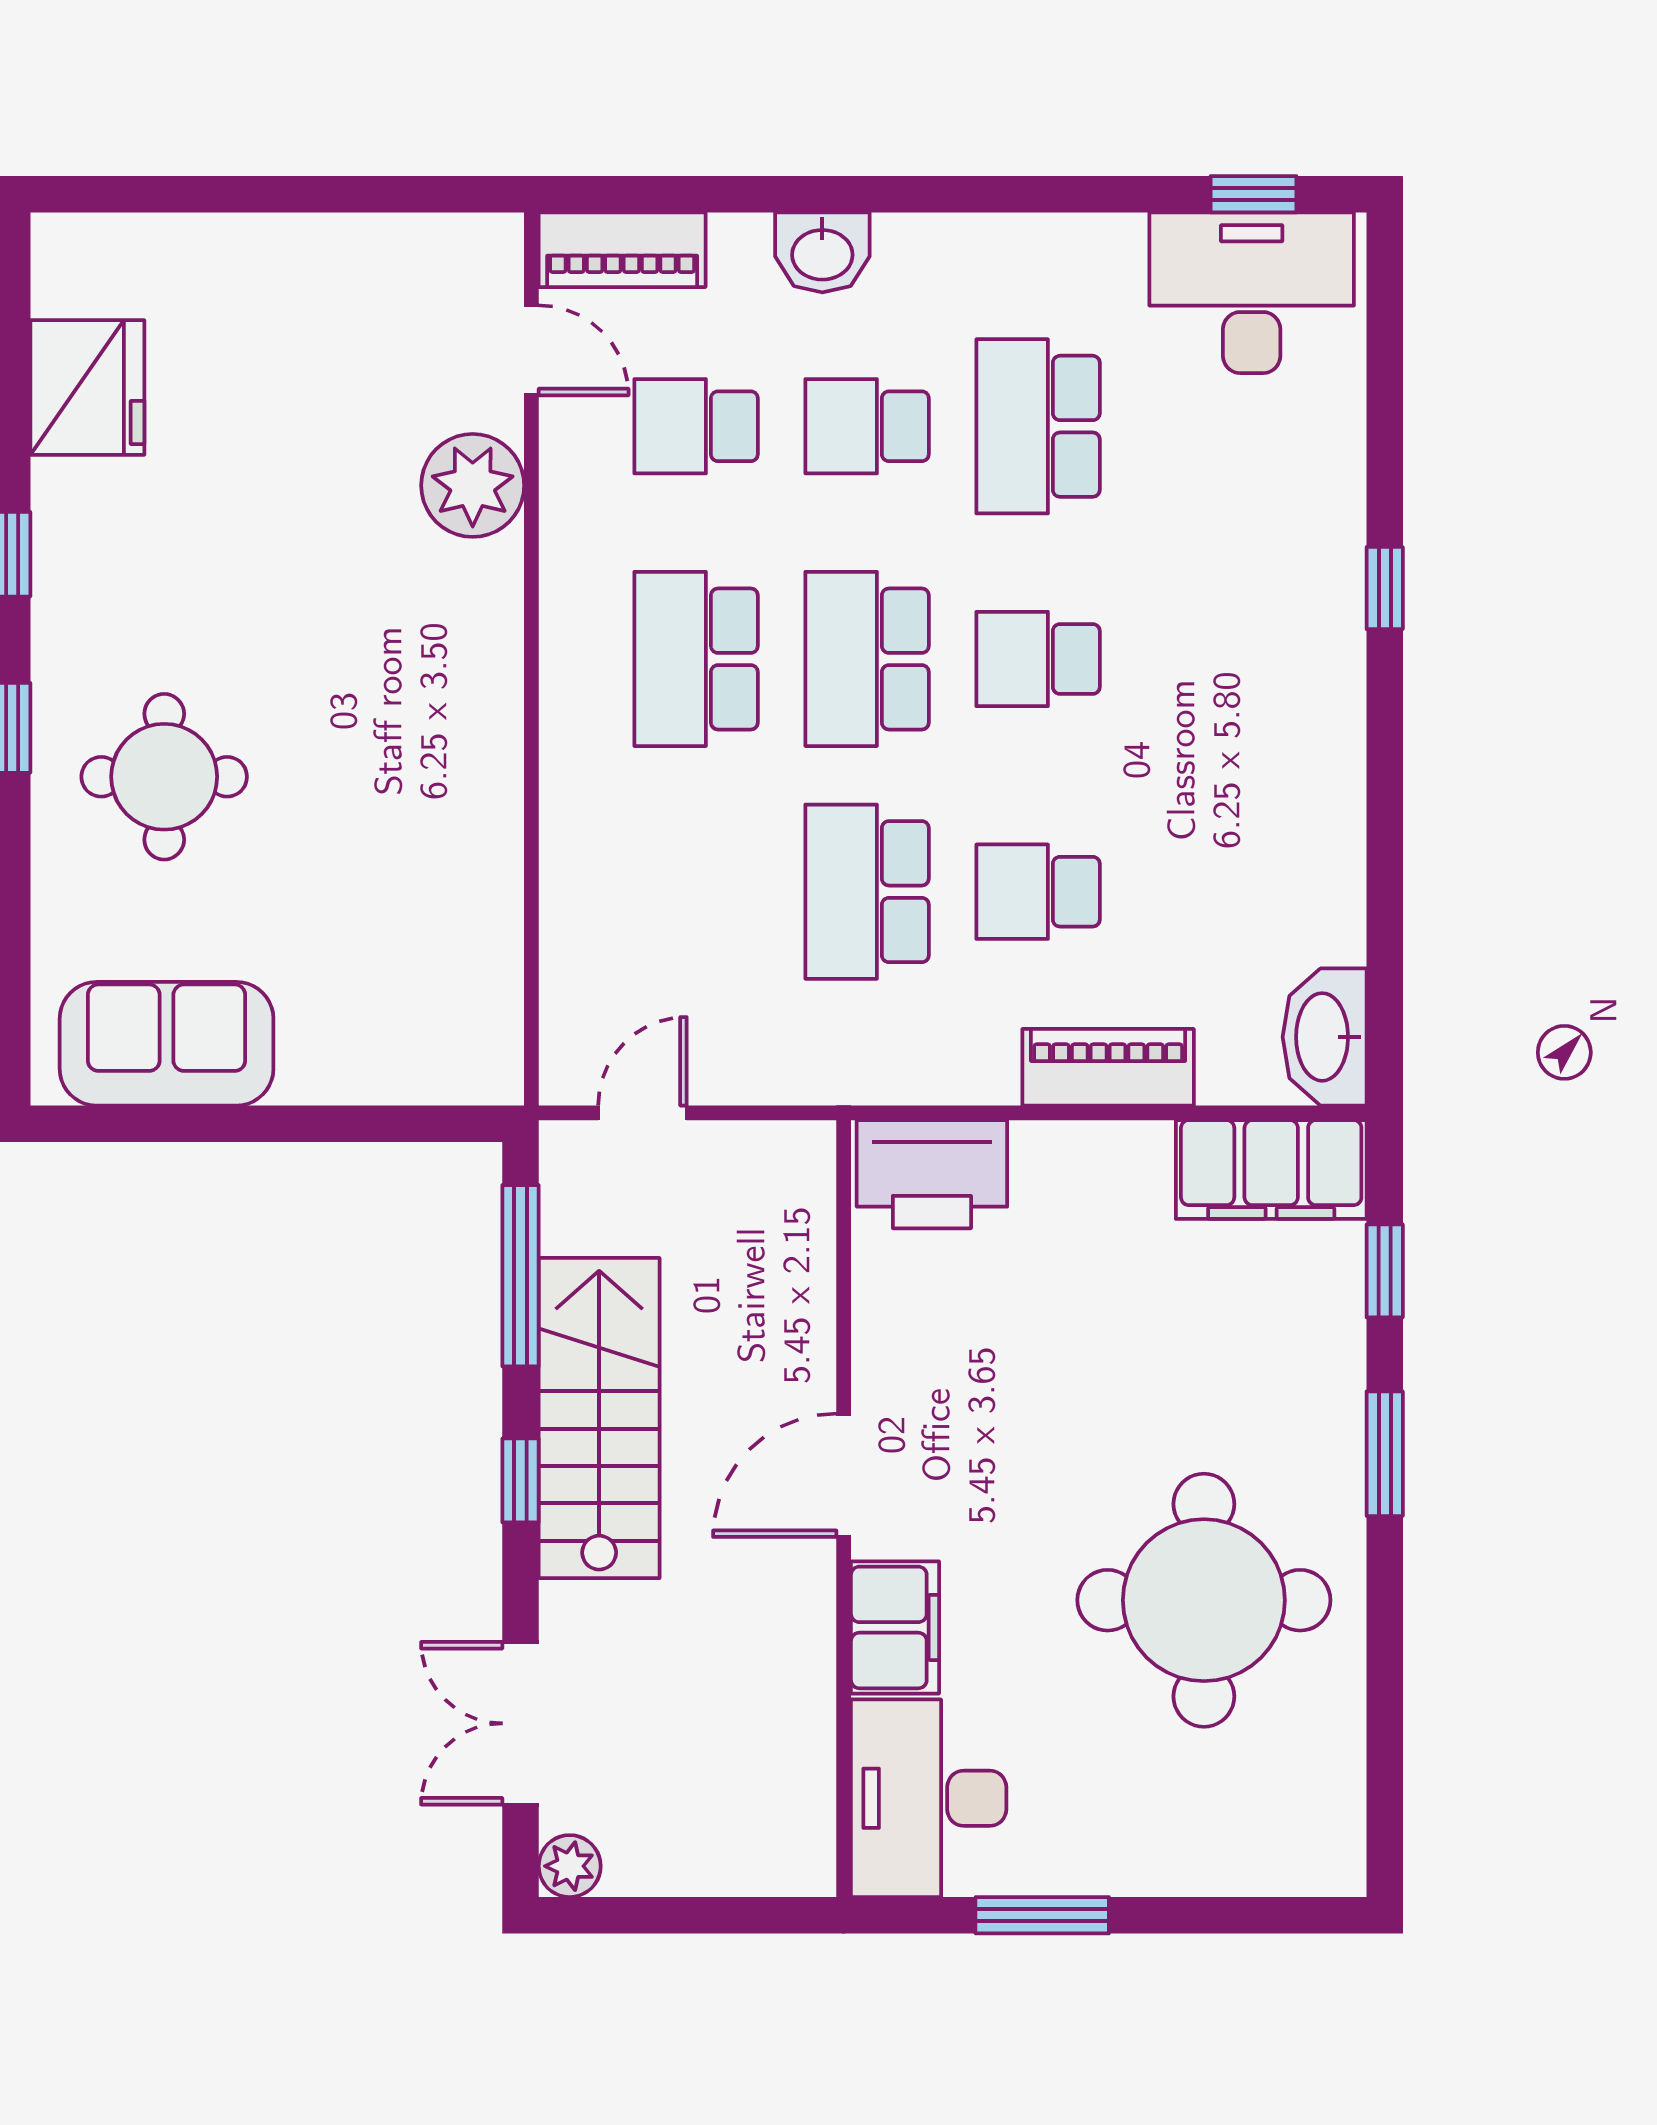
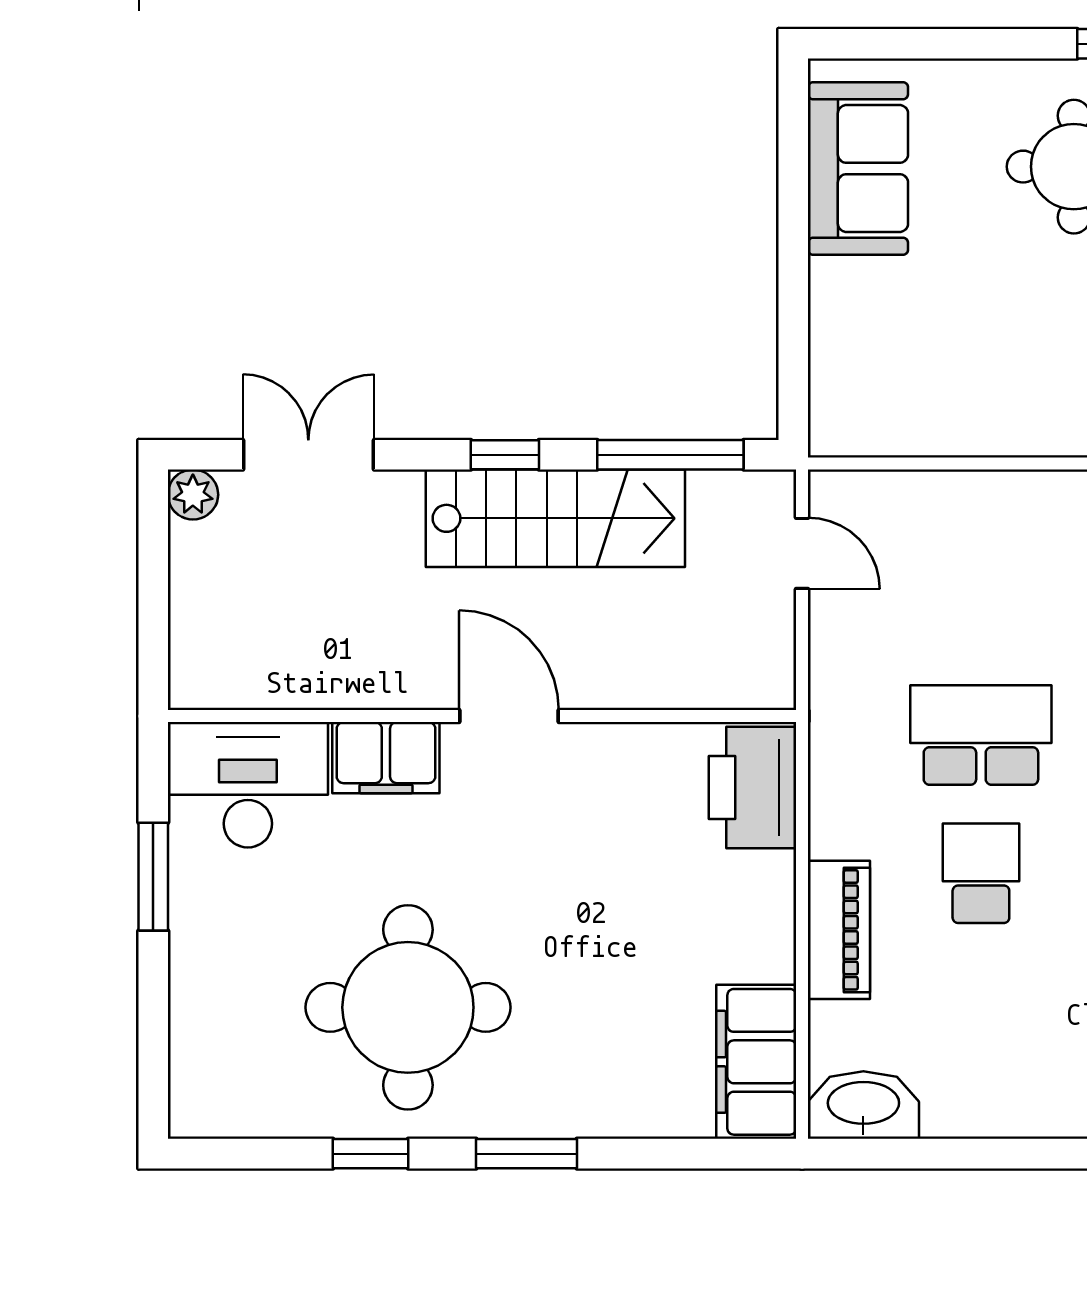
window: (1385, 1271) -> (370, 1154), moved

